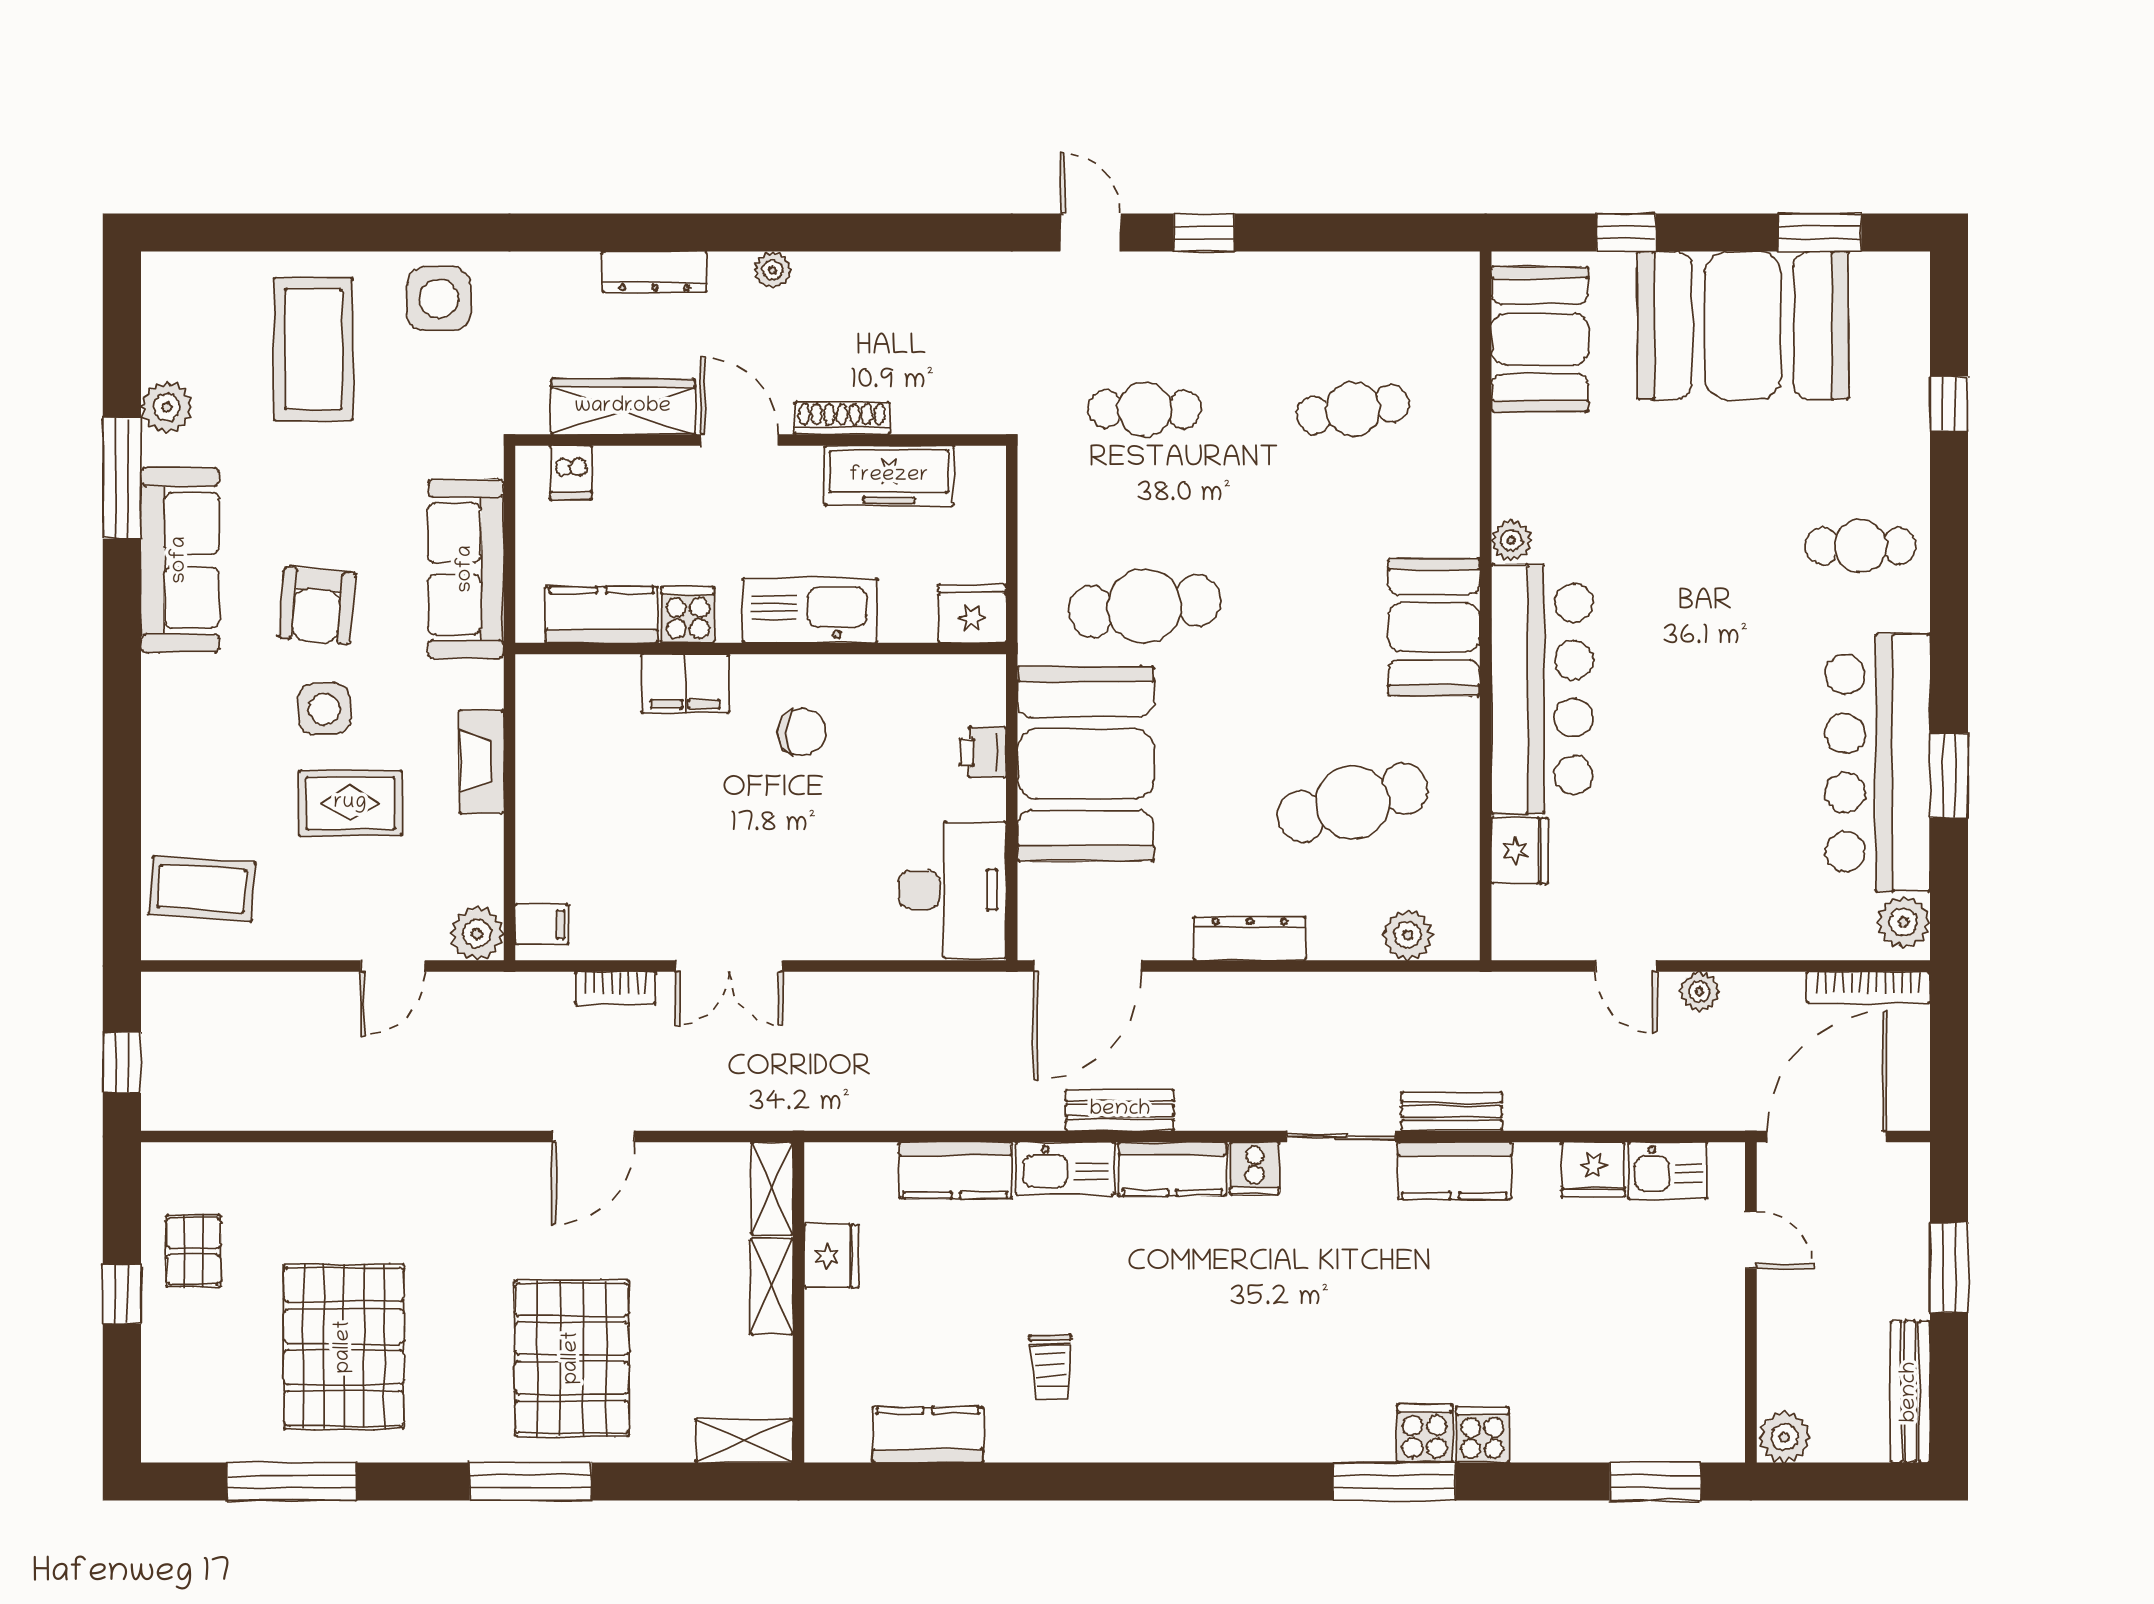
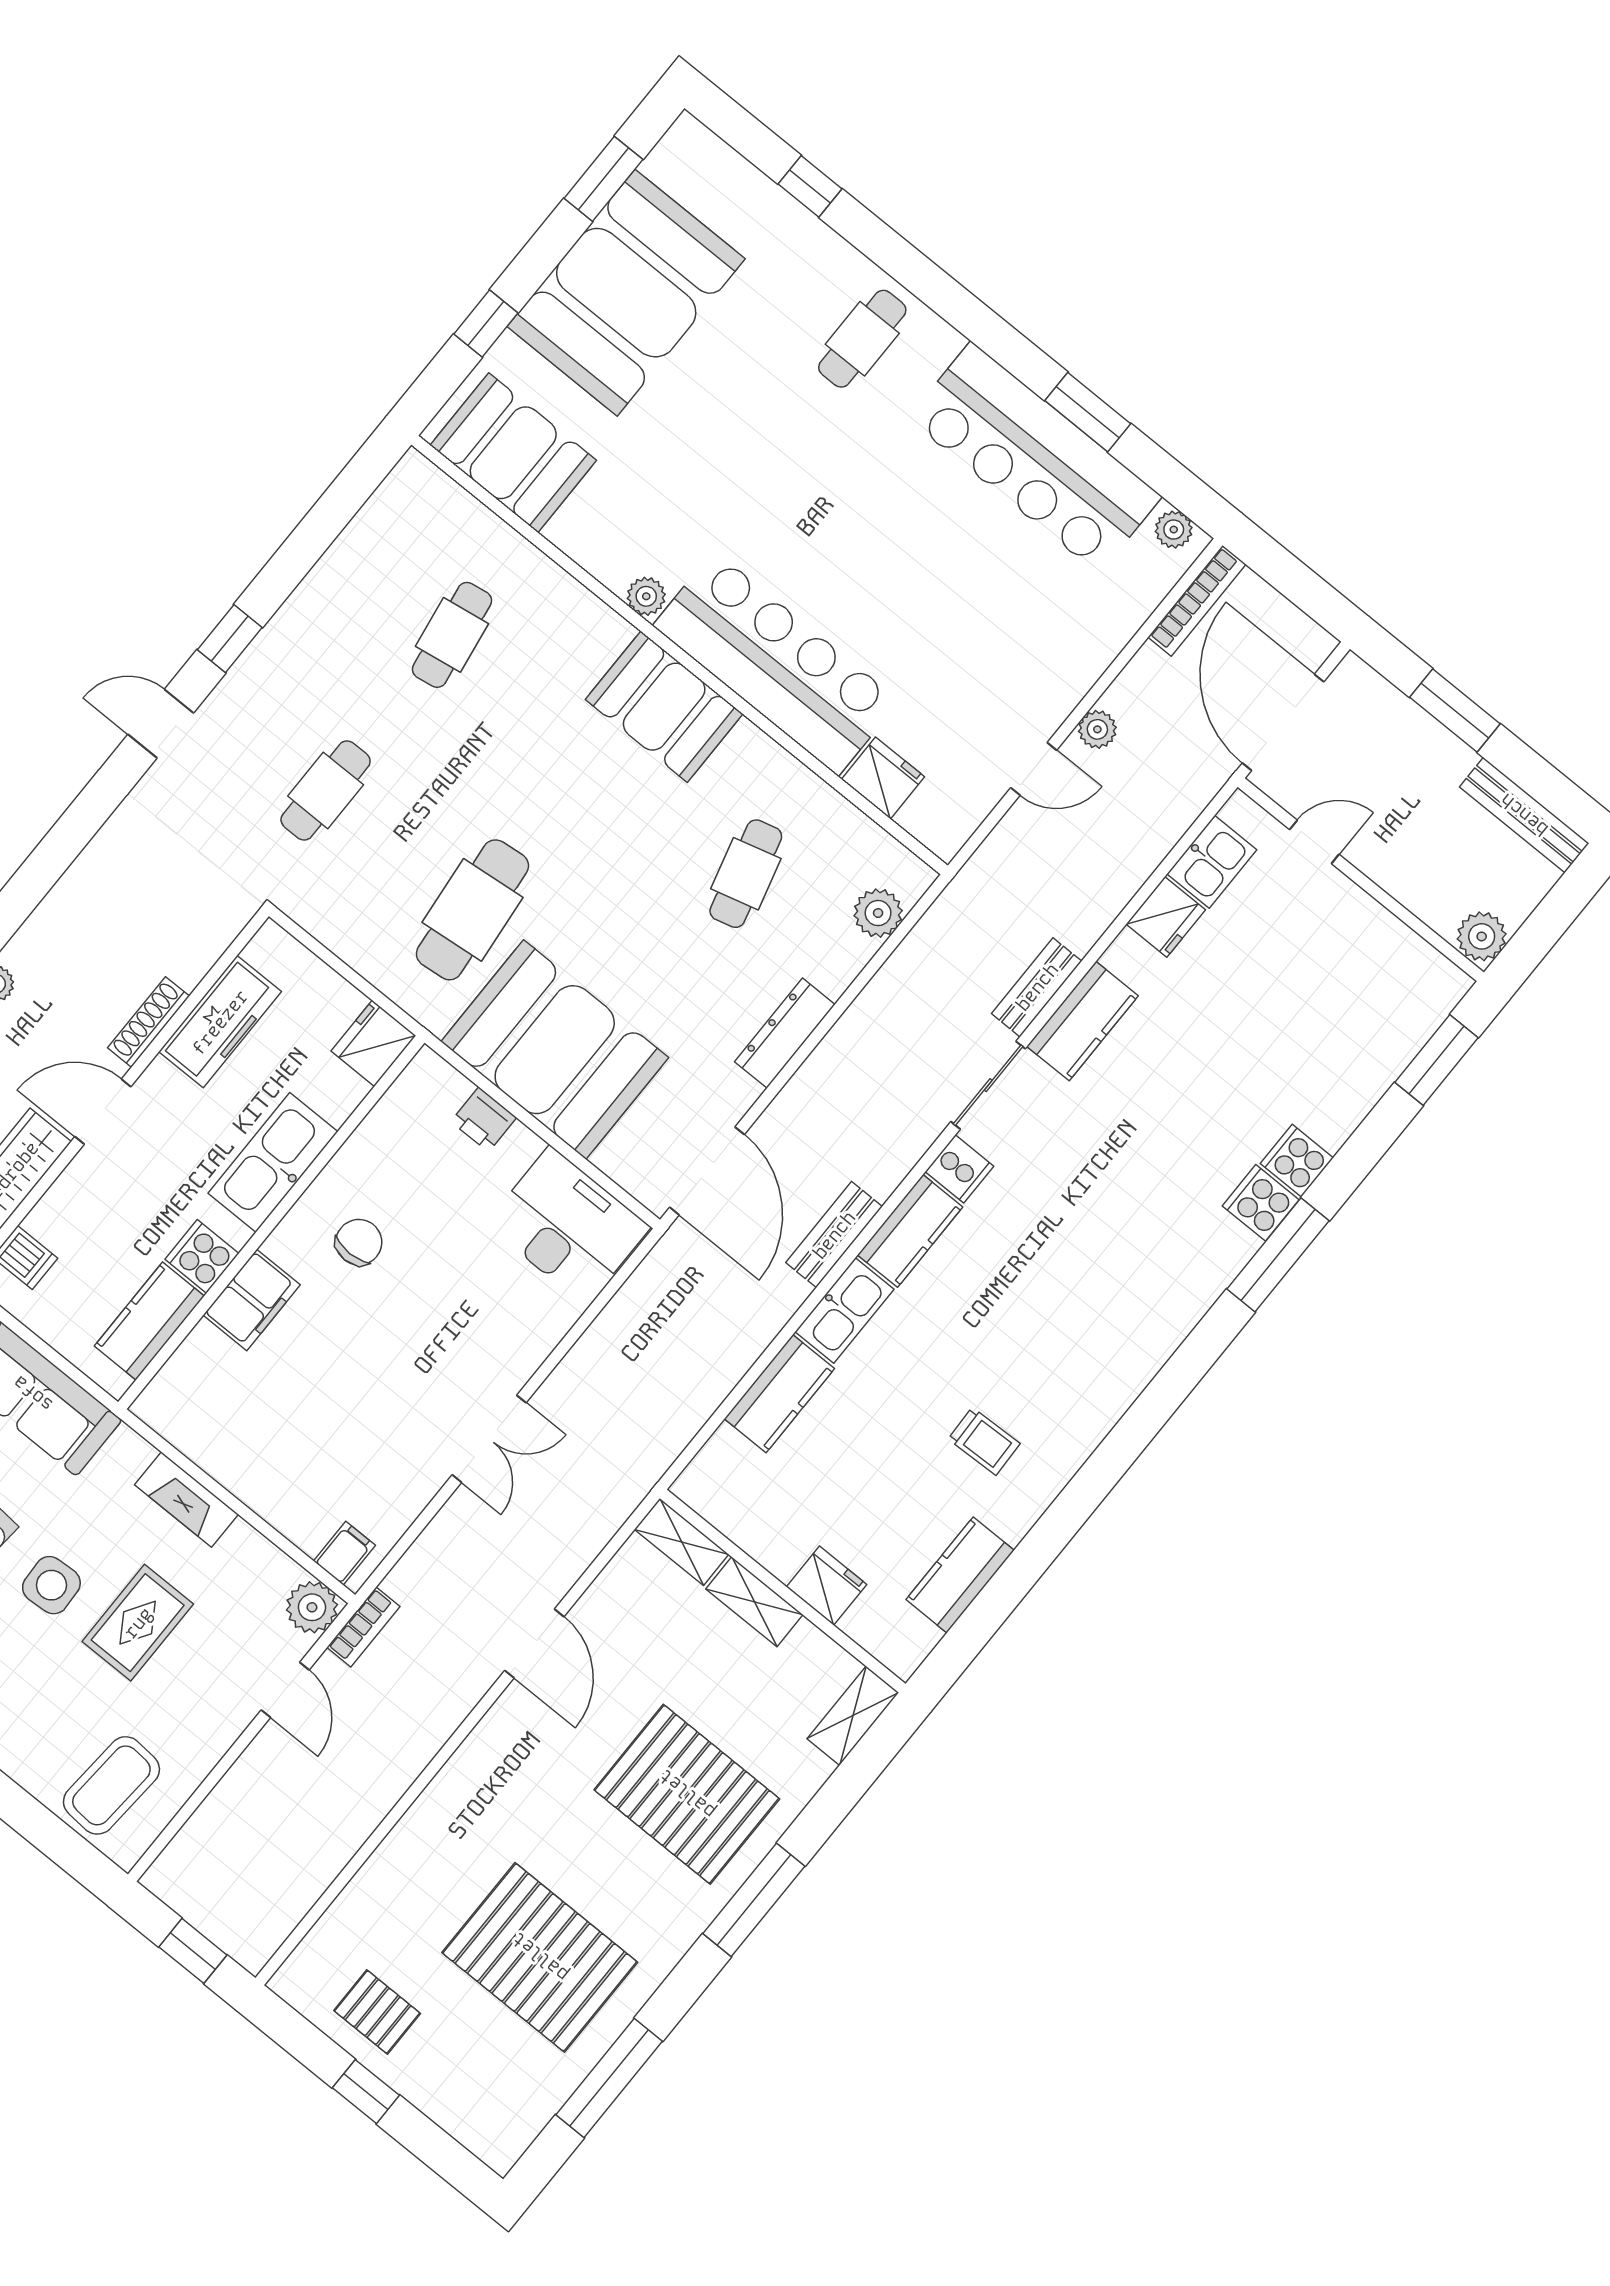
cafe table: (1353, 803) -> (746, 874), width x0.73, depth x0.74
plant: (1903, 922) -> (1174, 530), width x0.73, depth x0.73
bookcase: (615, 988) -> (363, 1627), moved
fridge: (832, 1256) -> (827, 1586), moved

